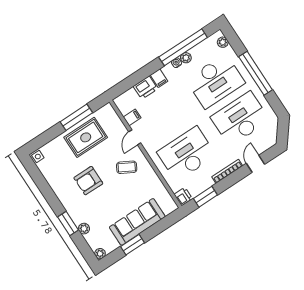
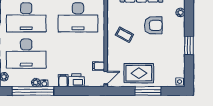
desk: (215, 81) -> (26, 54), turned 180
window: (76, 117) -> (148, 91), moved
door: (135, 137) -> (106, 78), moved
armchair: (88, 181) -> (153, 25), moved
window: (68, 224) -> (189, 45), moved

